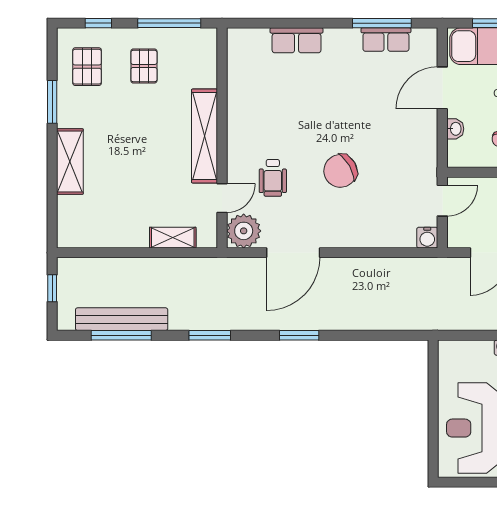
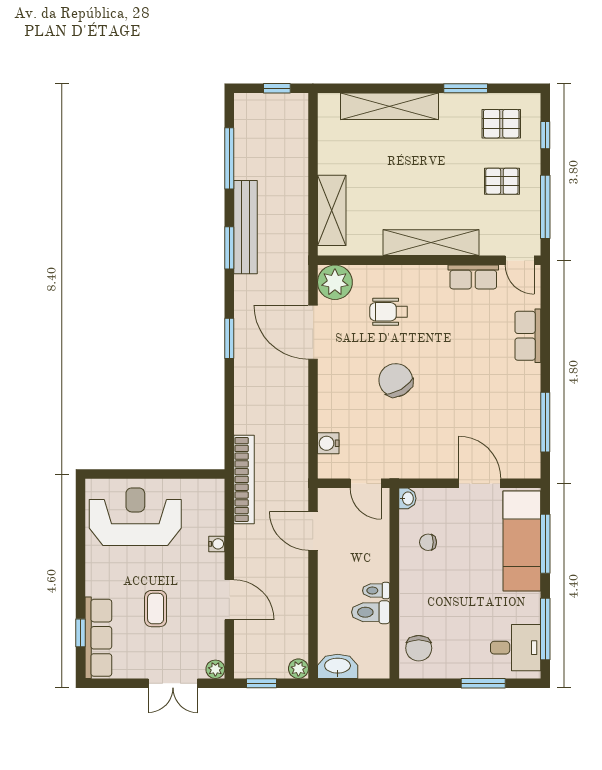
row of seats: (386, 40) -> (473, 277), moved, turned -90
washbasin: (455, 129) -> (407, 498), moved, turned -90
shelving: (70, 162) -> (390, 106), width x1.47
door: (222, 198) -> (520, 260), moved
shelving: (173, 238) -> (332, 210), width x1.50, depth x1.33
water cooler: (427, 238) -> (328, 443), moved
bench: (122, 319) -> (246, 227), moved
bookcase: (438, 321) -> (244, 479), added

